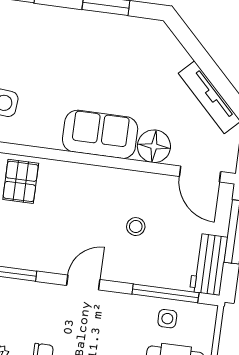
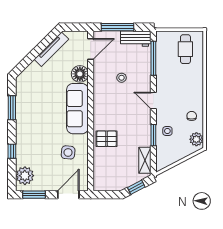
sofa: (100, 134) -> (77, 109), width x1.36
side table: (167, 319) -> (167, 131), moved

